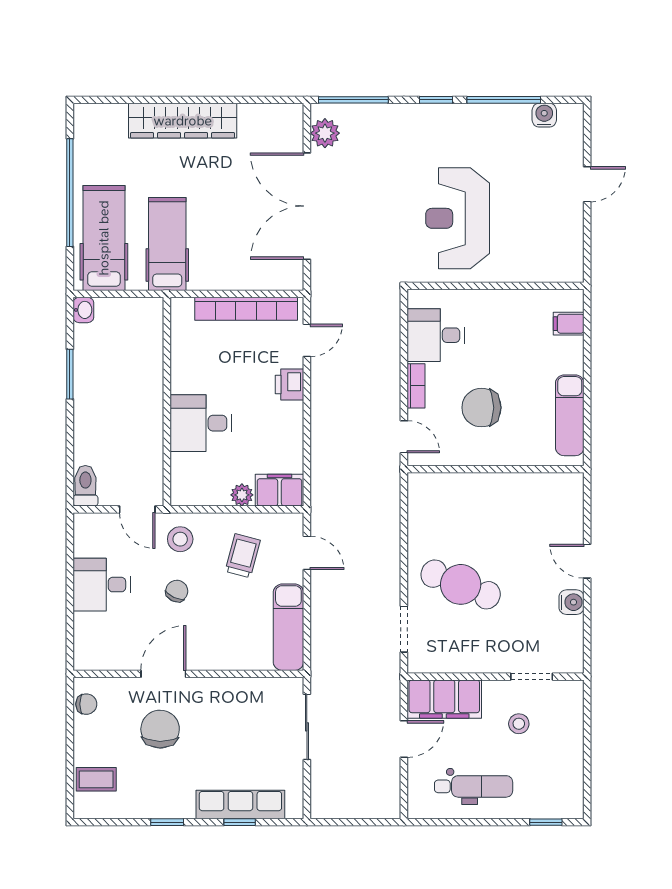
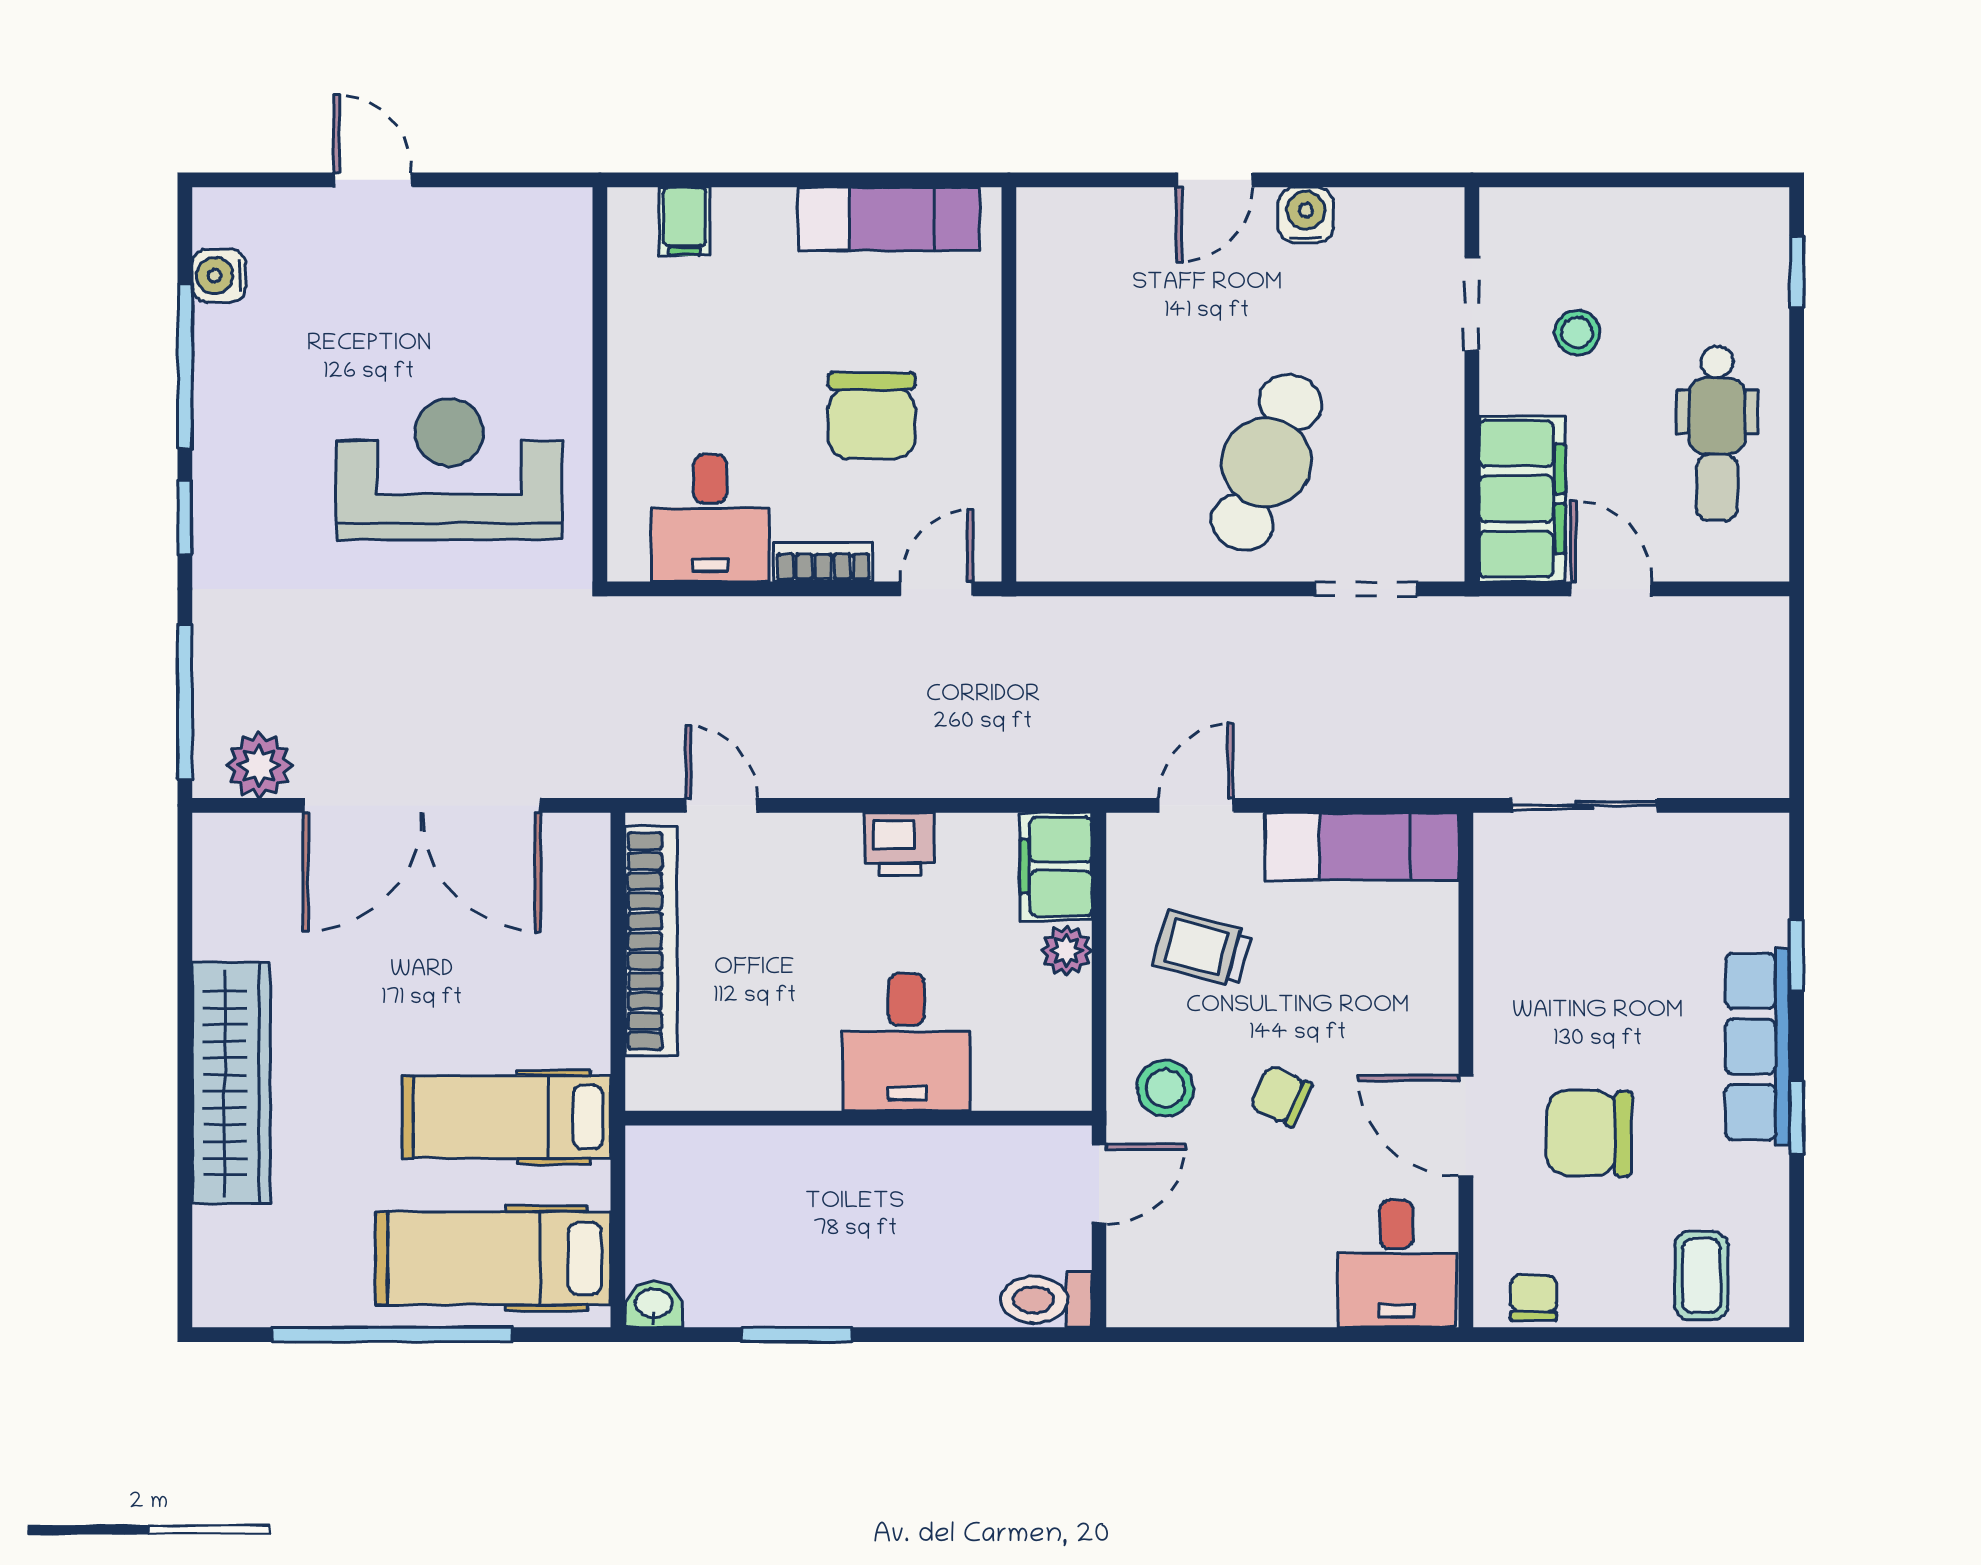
reception desk: (458, 218) -> (449, 469), turned 180
printer: (289, 385) -> (900, 844), moved
desk: (102, 585) -> (1397, 1264), moved
dental chair: (474, 786) -> (1717, 433), turned 180
row of seats: (240, 805) -> (1758, 1047), moved

